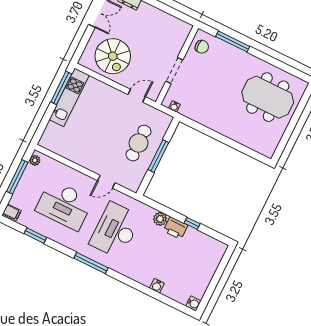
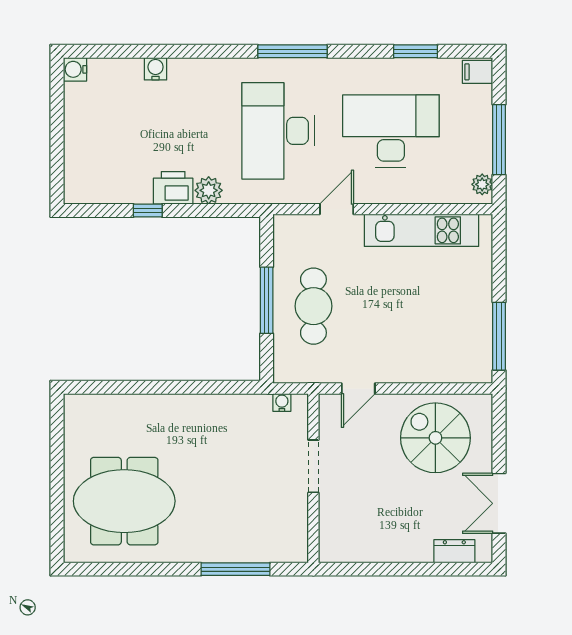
chair: (202, 47) -> (285, 533), removed
kitchen unit: (69, 97) -> (421, 230), moved, turned -90
desk: (115, 230) -> (278, 131), turned 180

